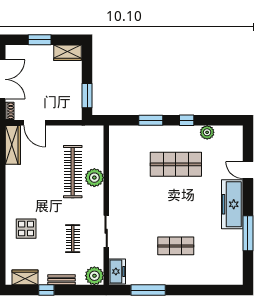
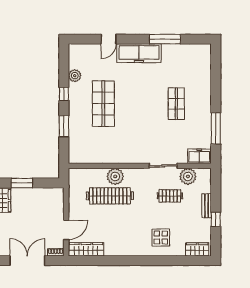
window: (87, 96) -> (22, 183), moved
plant: (94, 276) -> (188, 176), moved
wardrobe: (25, 277) -> (197, 249), moved, turned 90

